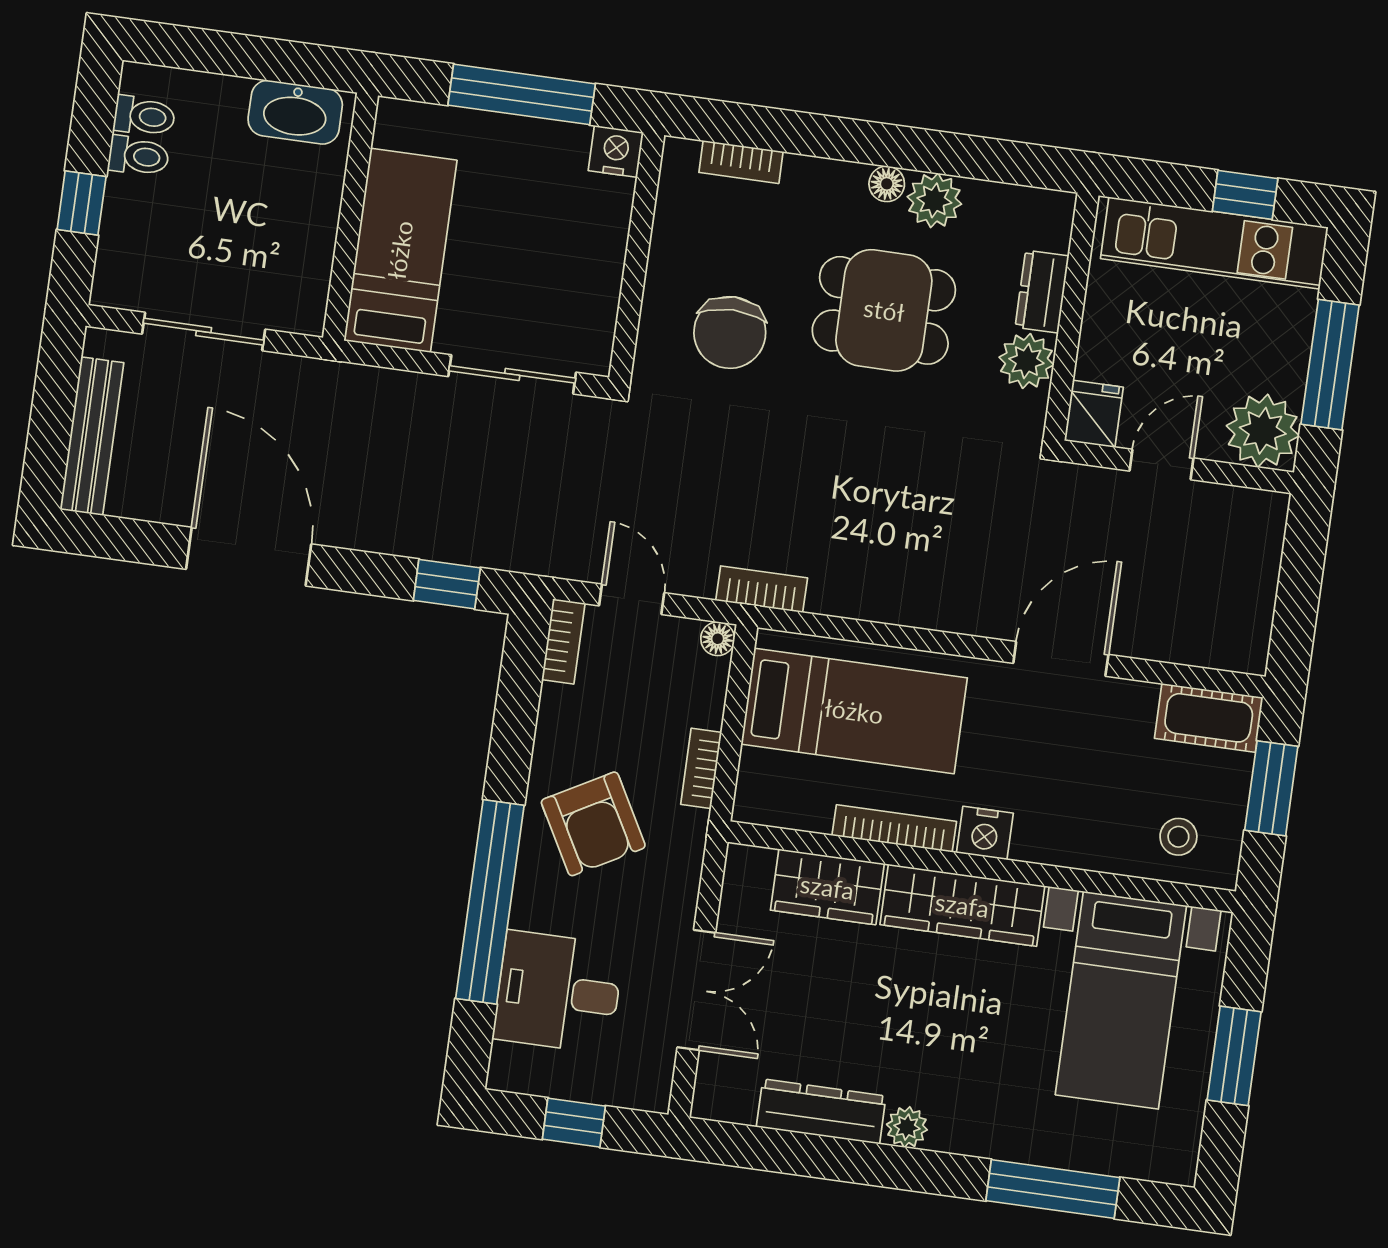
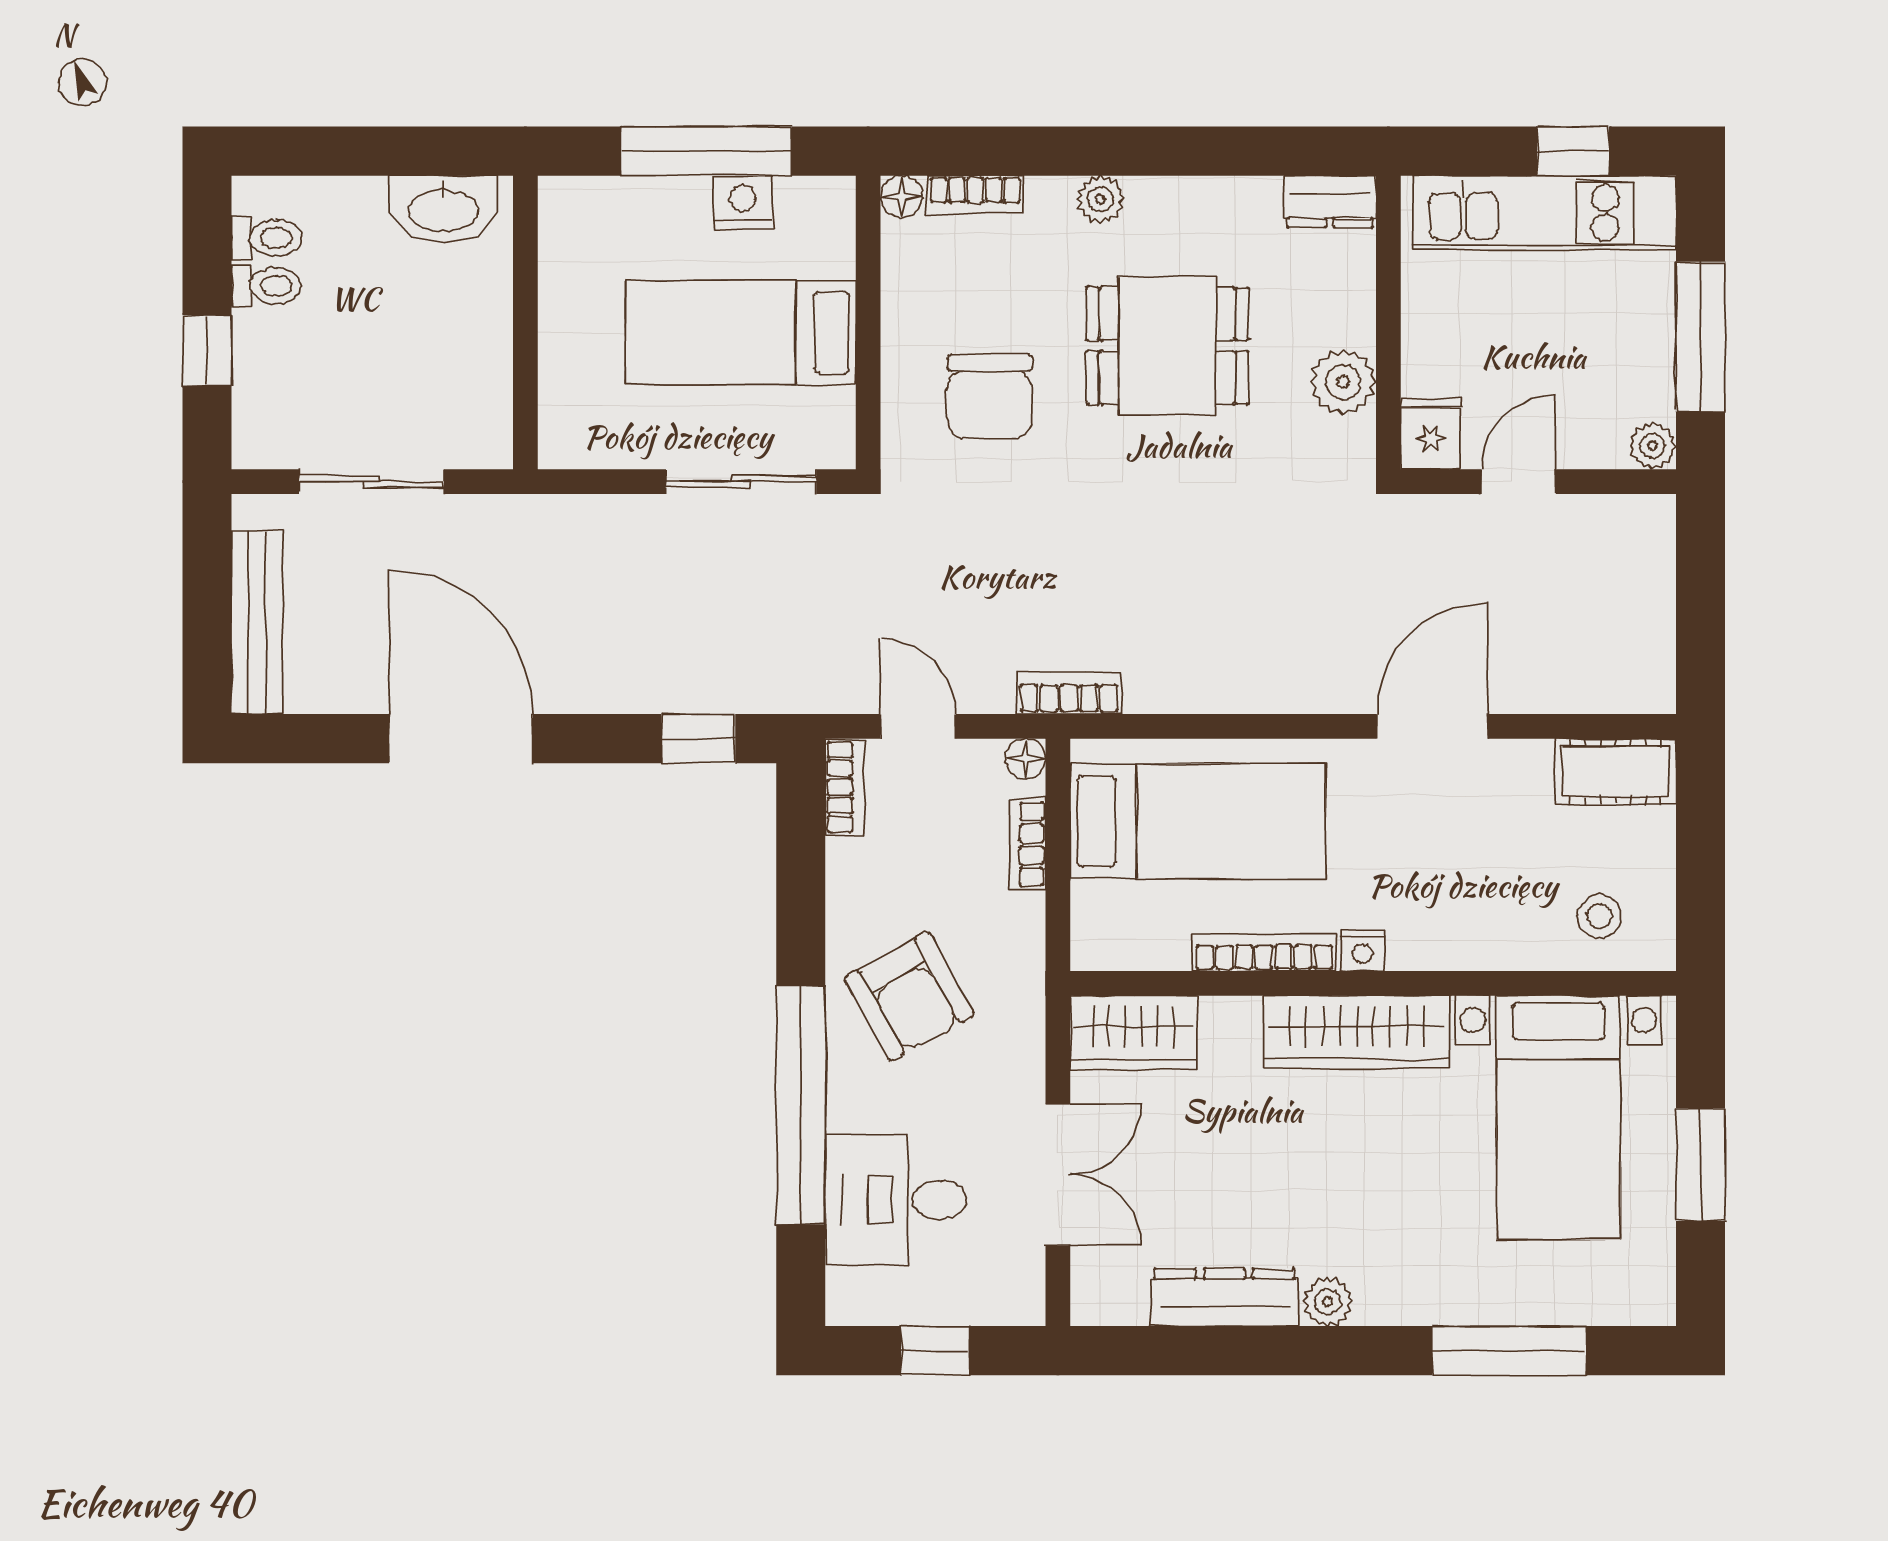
nightstand: (616, 151) -> (743, 203), moved
floor lamp: (887, 184) -> (901, 197), moved
plant: (934, 200) -> (1100, 199), moved, width x0.73, depth x0.73
bed: (400, 250) -> (741, 333), moved, turned -90
dresser: (1042, 292) -> (1330, 202), moved, turned -90
plant: (1263, 431) -> (1653, 446), width x0.53, depth x0.53
bookcase: (701, 768) -> (1027, 844), moved
window: (1271, 788) -> (1701, 844), removed
nightstand: (985, 833) -> (1363, 951), width x0.72, depth x0.74
wardrobe: (827, 887) -> (1133, 1032), moved

